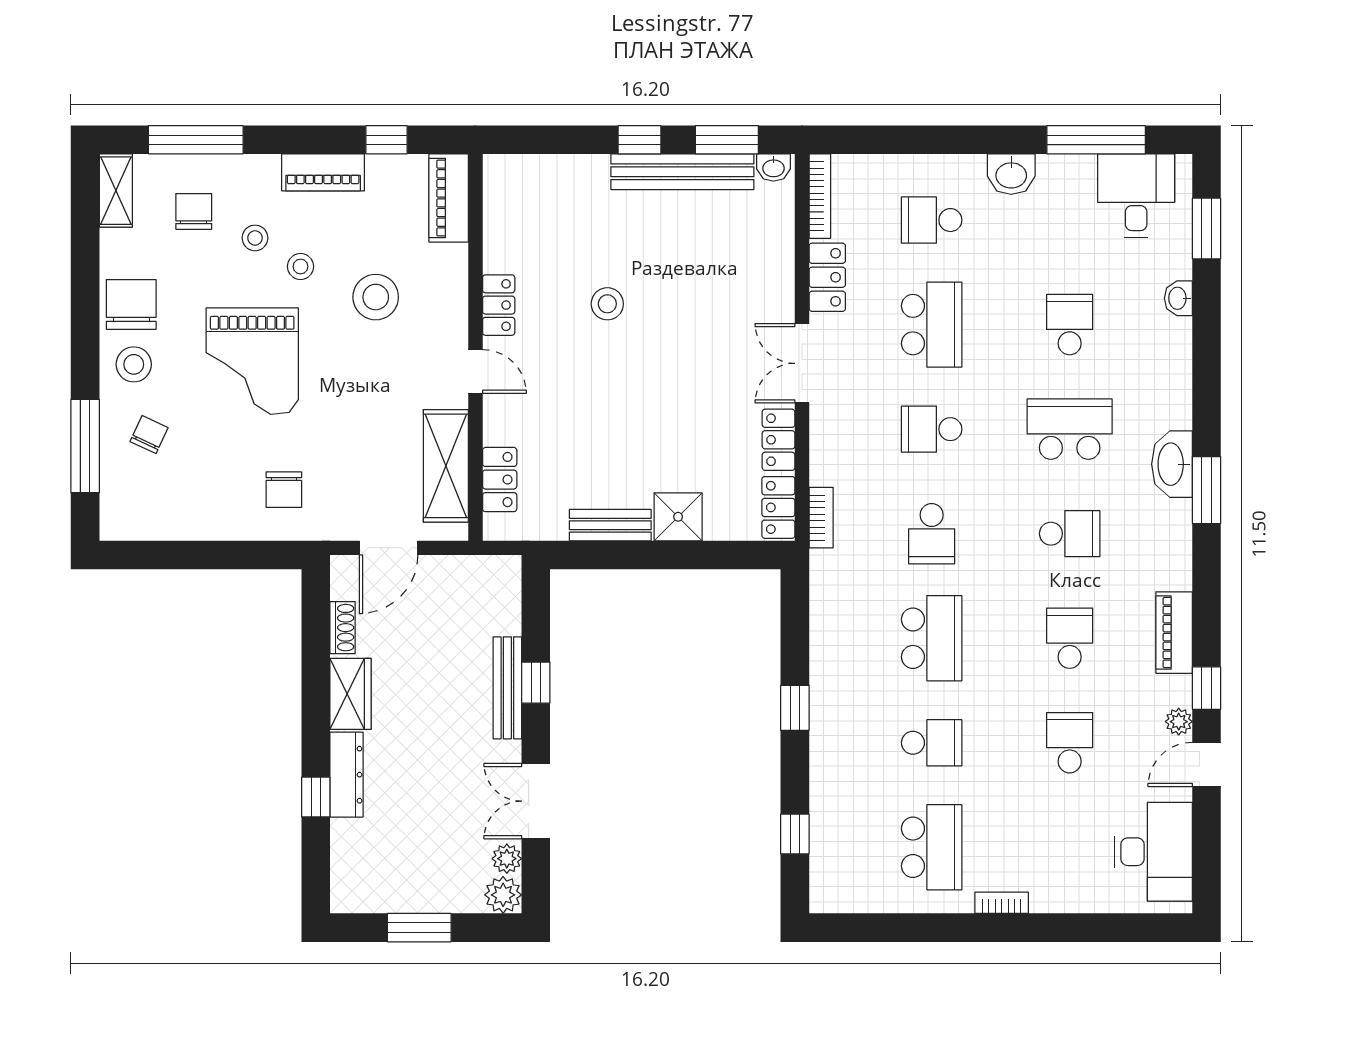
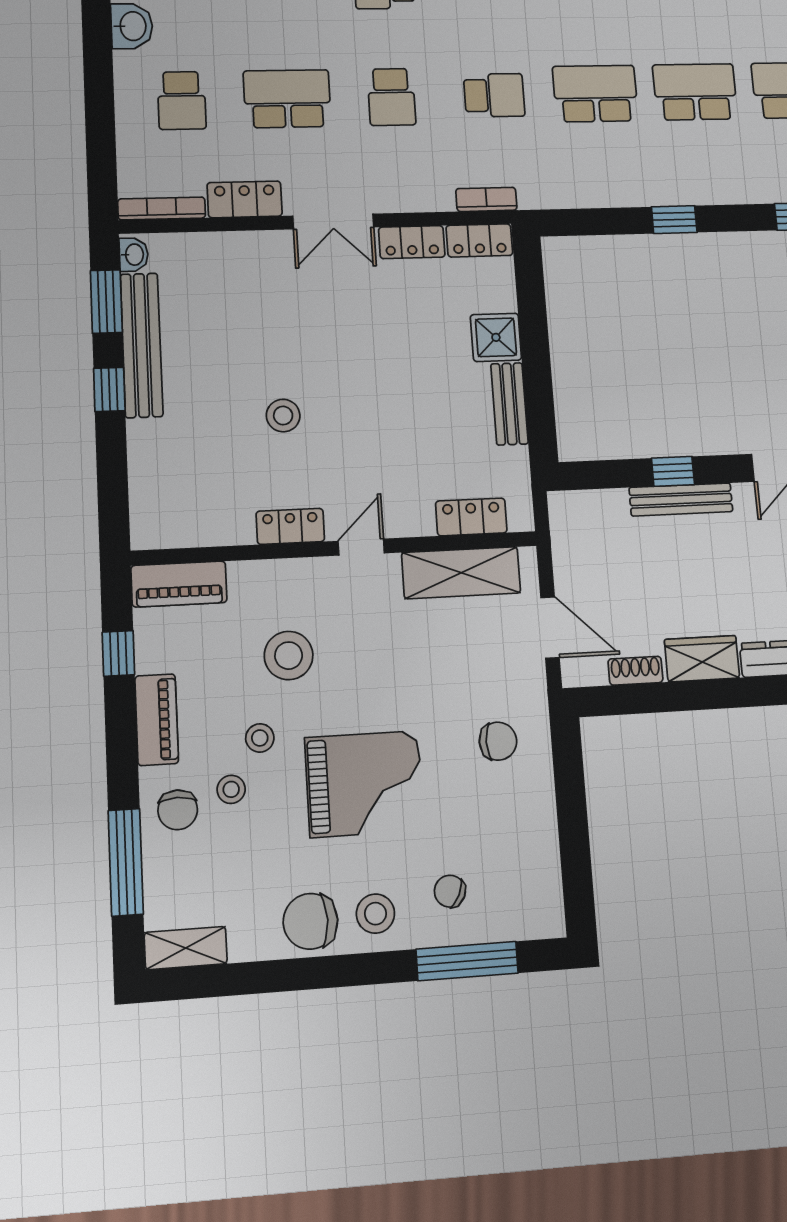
chair: (194, 211) -> (178, 810), moved, turned -90
school desk: (932, 743) -> (695, 92), width x1.85

